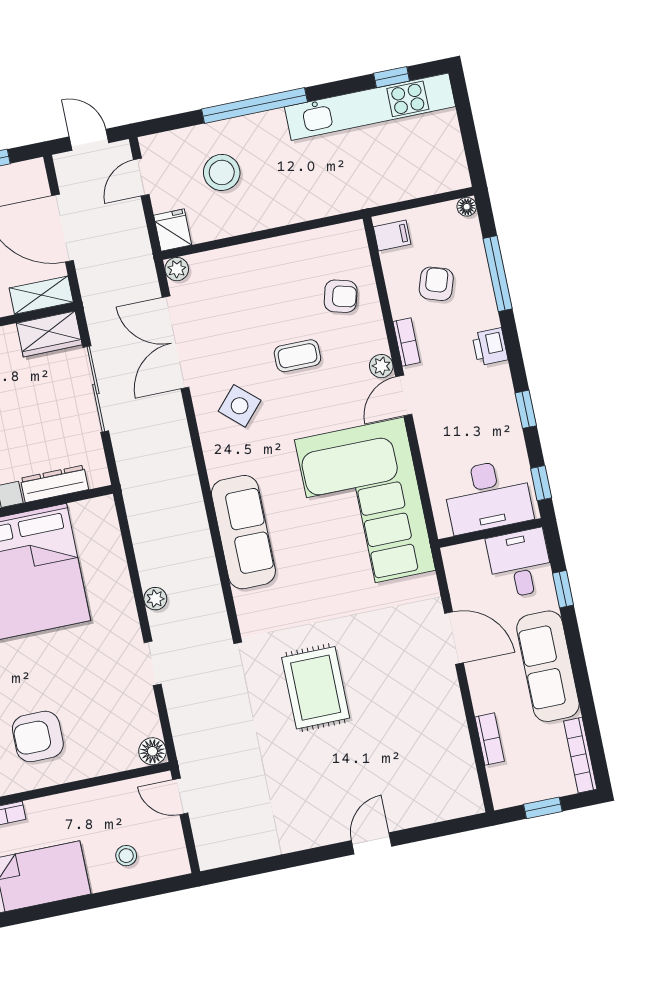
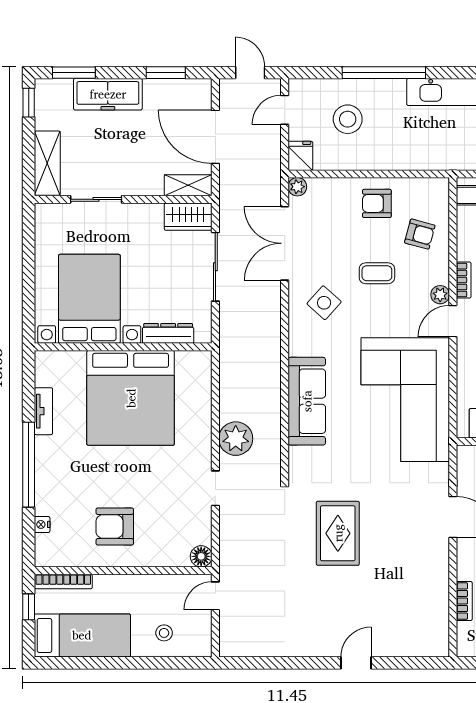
armchair: (280, 269) -> (377, 203), added
plant: (155, 599) -> (236, 439), width x1.88, depth x1.88
door: (180, 796) -> (215, 596), hinge flipped

